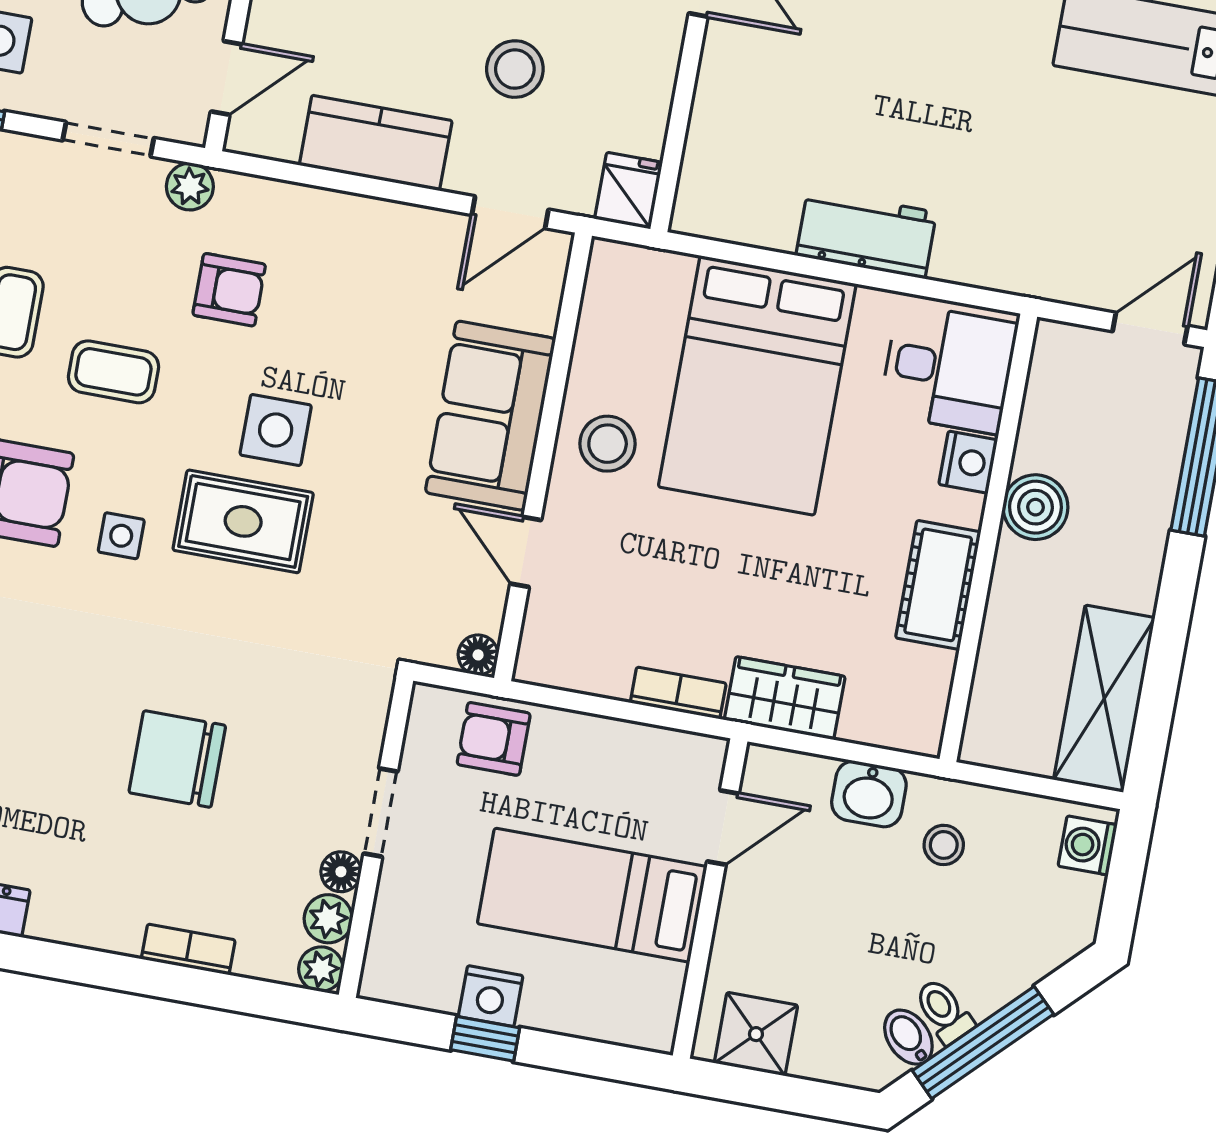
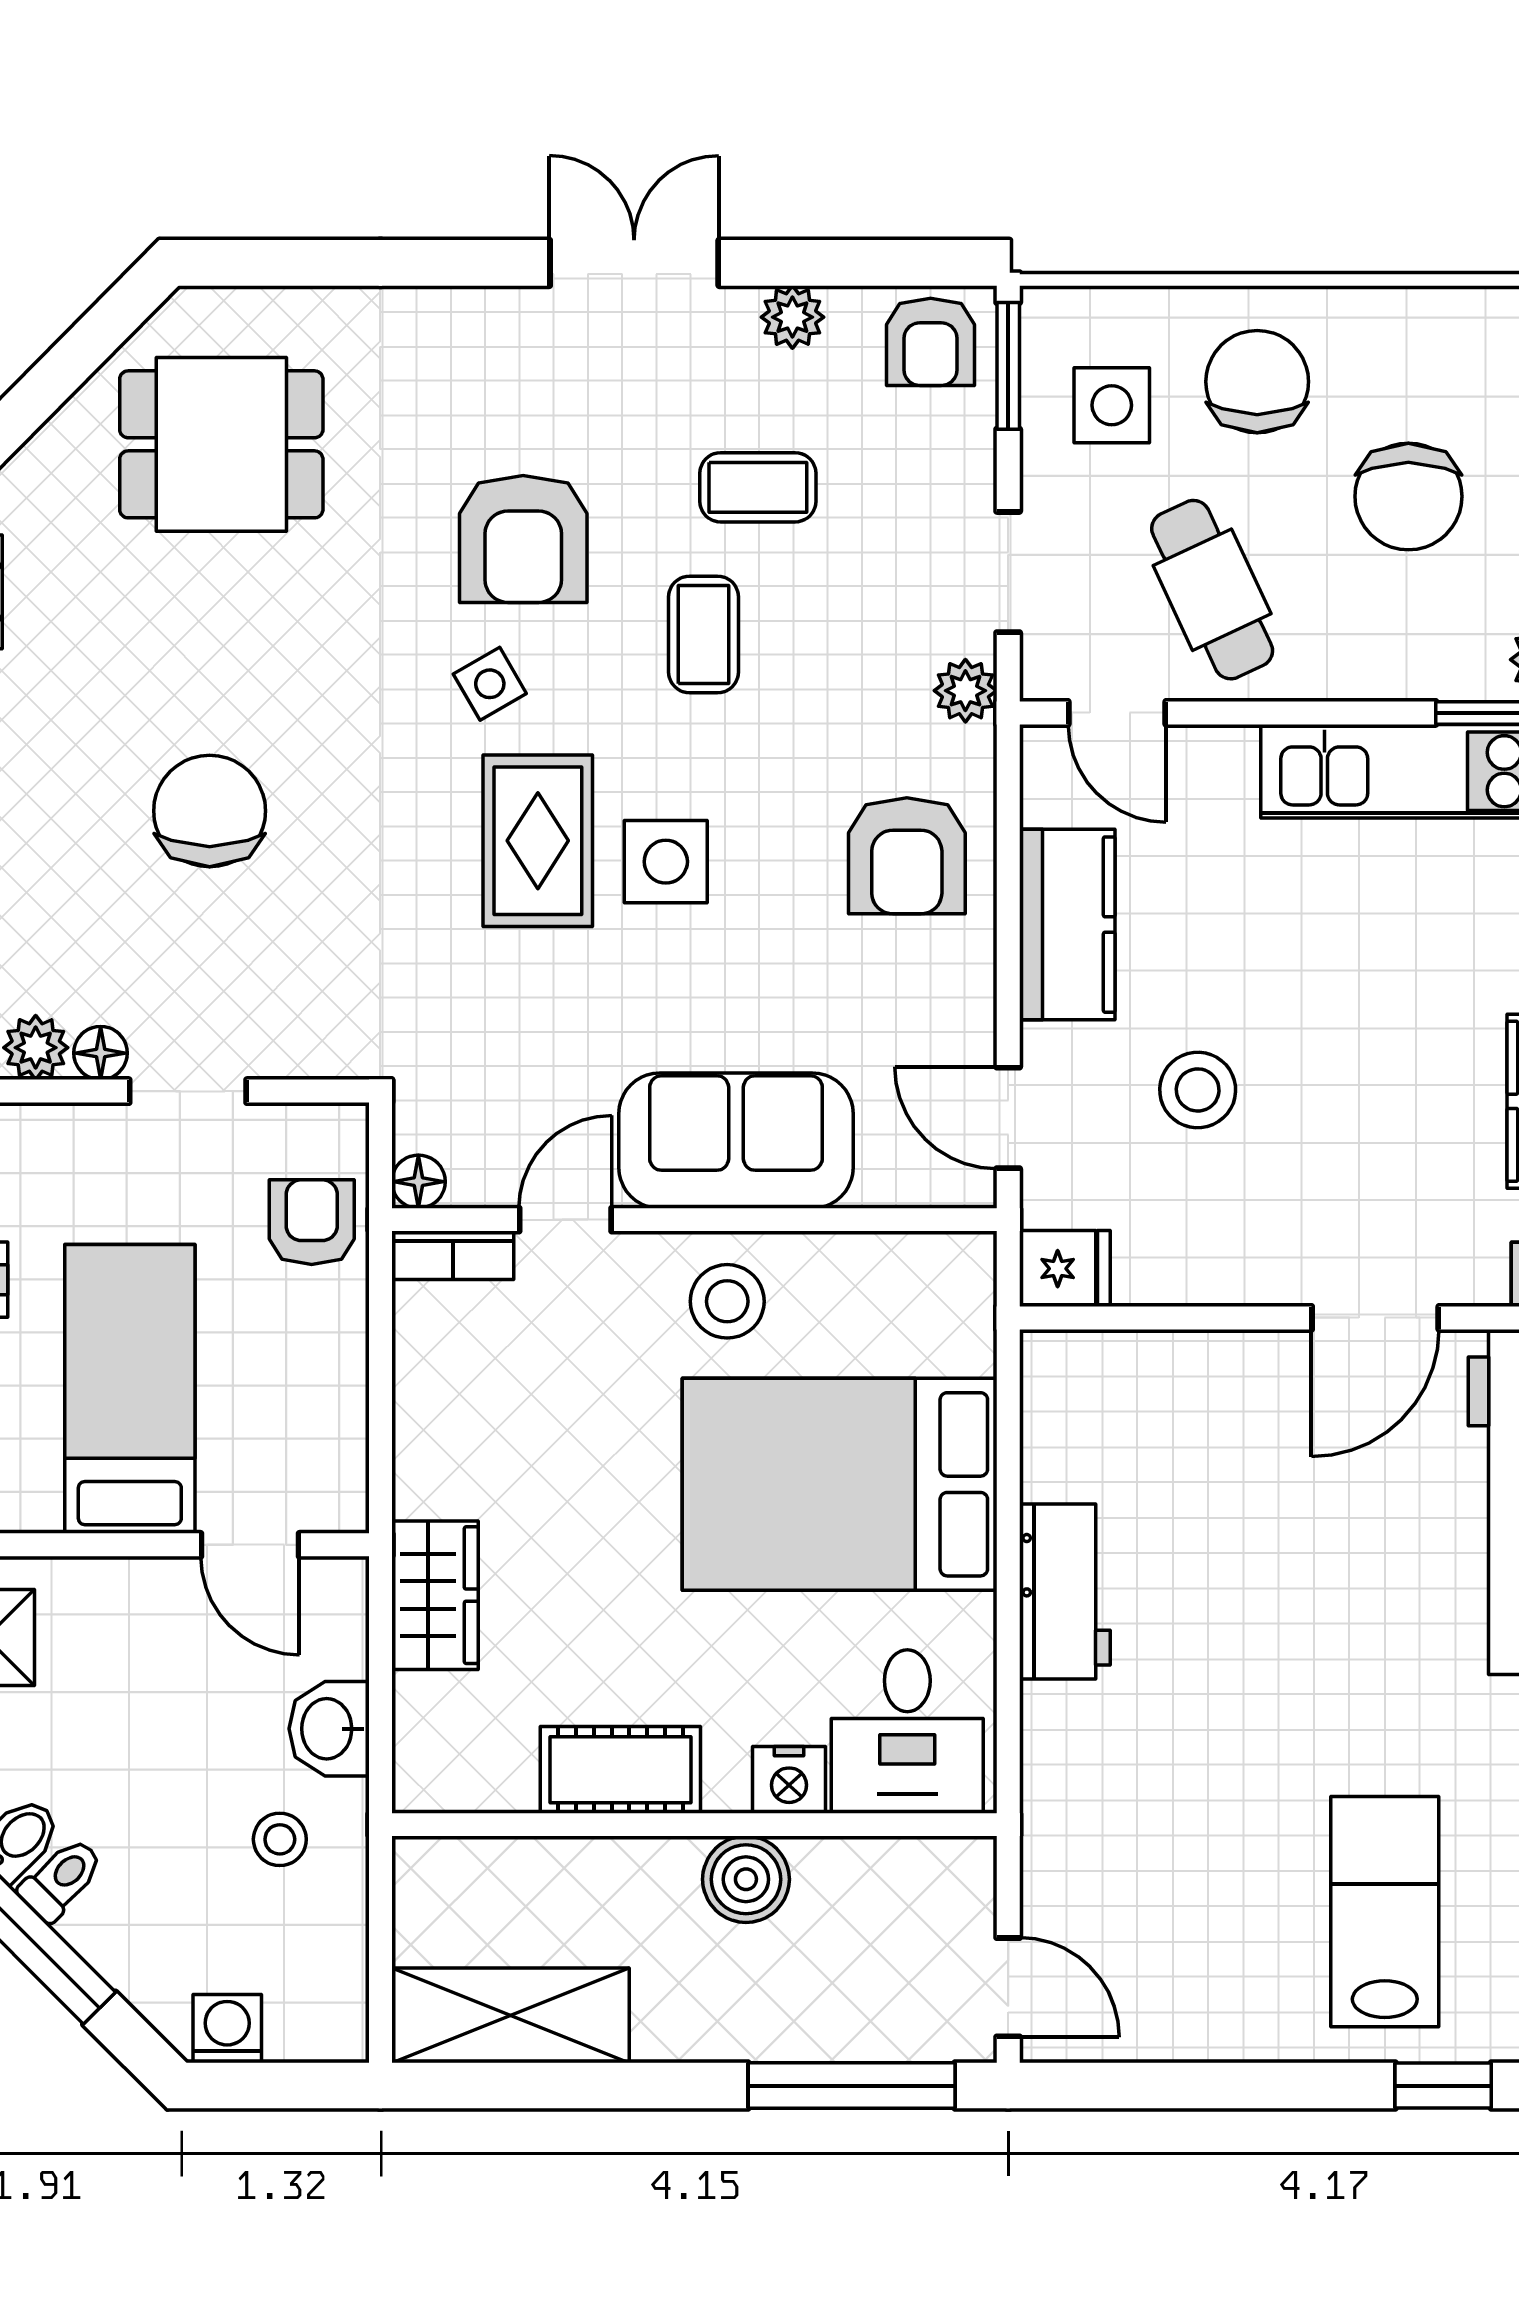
armchair: (229, 290) -> (907, 856), moved, width x1.38, depth x1.38
side table: (121, 536) -> (490, 684), turned -30
bookcase: (678, 693) -> (453, 1255), moved, turned 90
washing machine: (1088, 845) -> (227, 2029), moved

